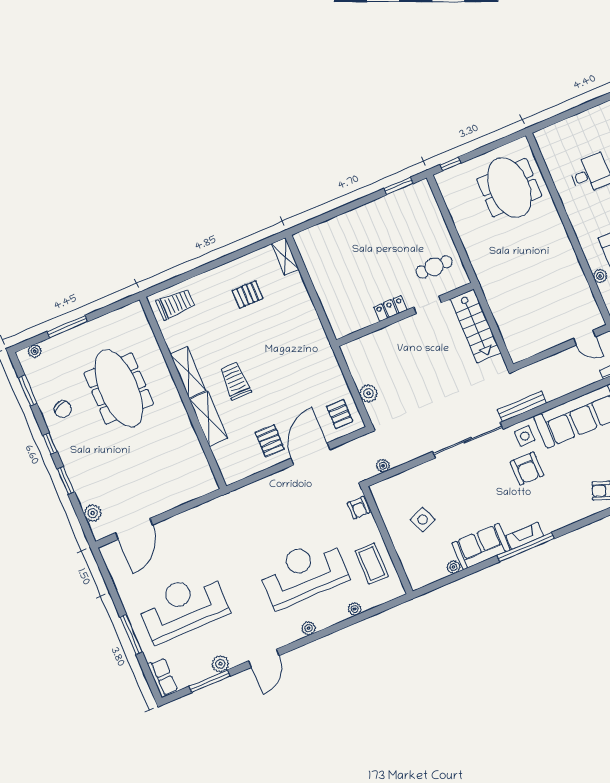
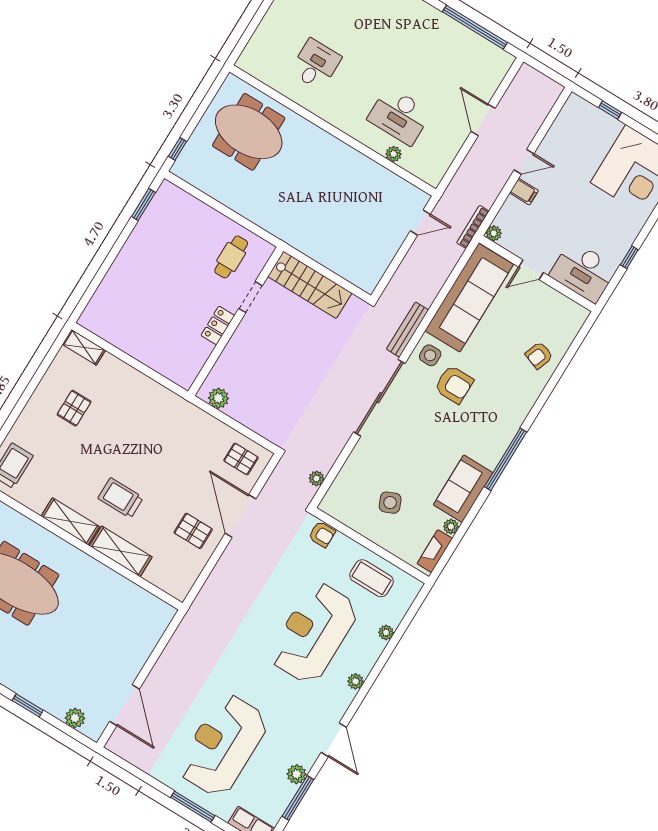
plant: (368, 393) -> (218, 398), moved
fireplace: (525, 536) -> (435, 551), moved

